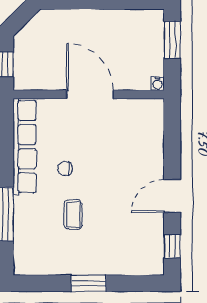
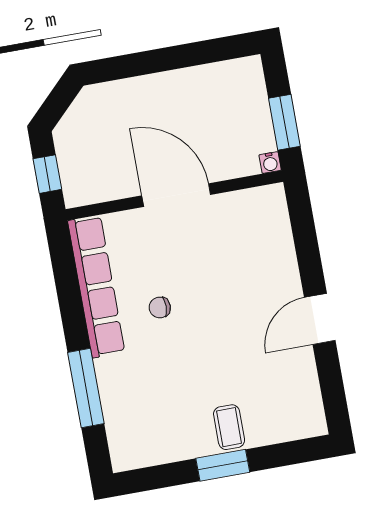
window: (172, 40) -> (284, 122), moved
coffee table: (73, 215) -> (229, 427), moved
window: (172, 246) -> (333, 391), removed

